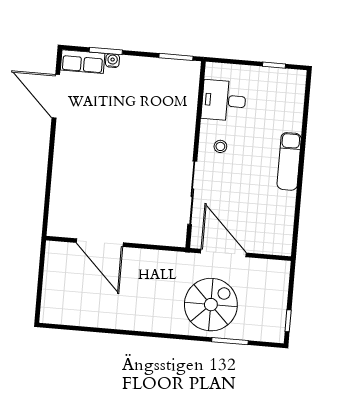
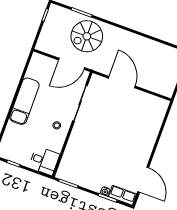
desk: (224, 101) -> (44, 161), moved
exam couch: (289, 161) -> (24, 101), width x1.36, depth x1.45
door: (100, 243) -> (122, 82), moved
door: (223, 253) -> (72, 64), hinge flipped

